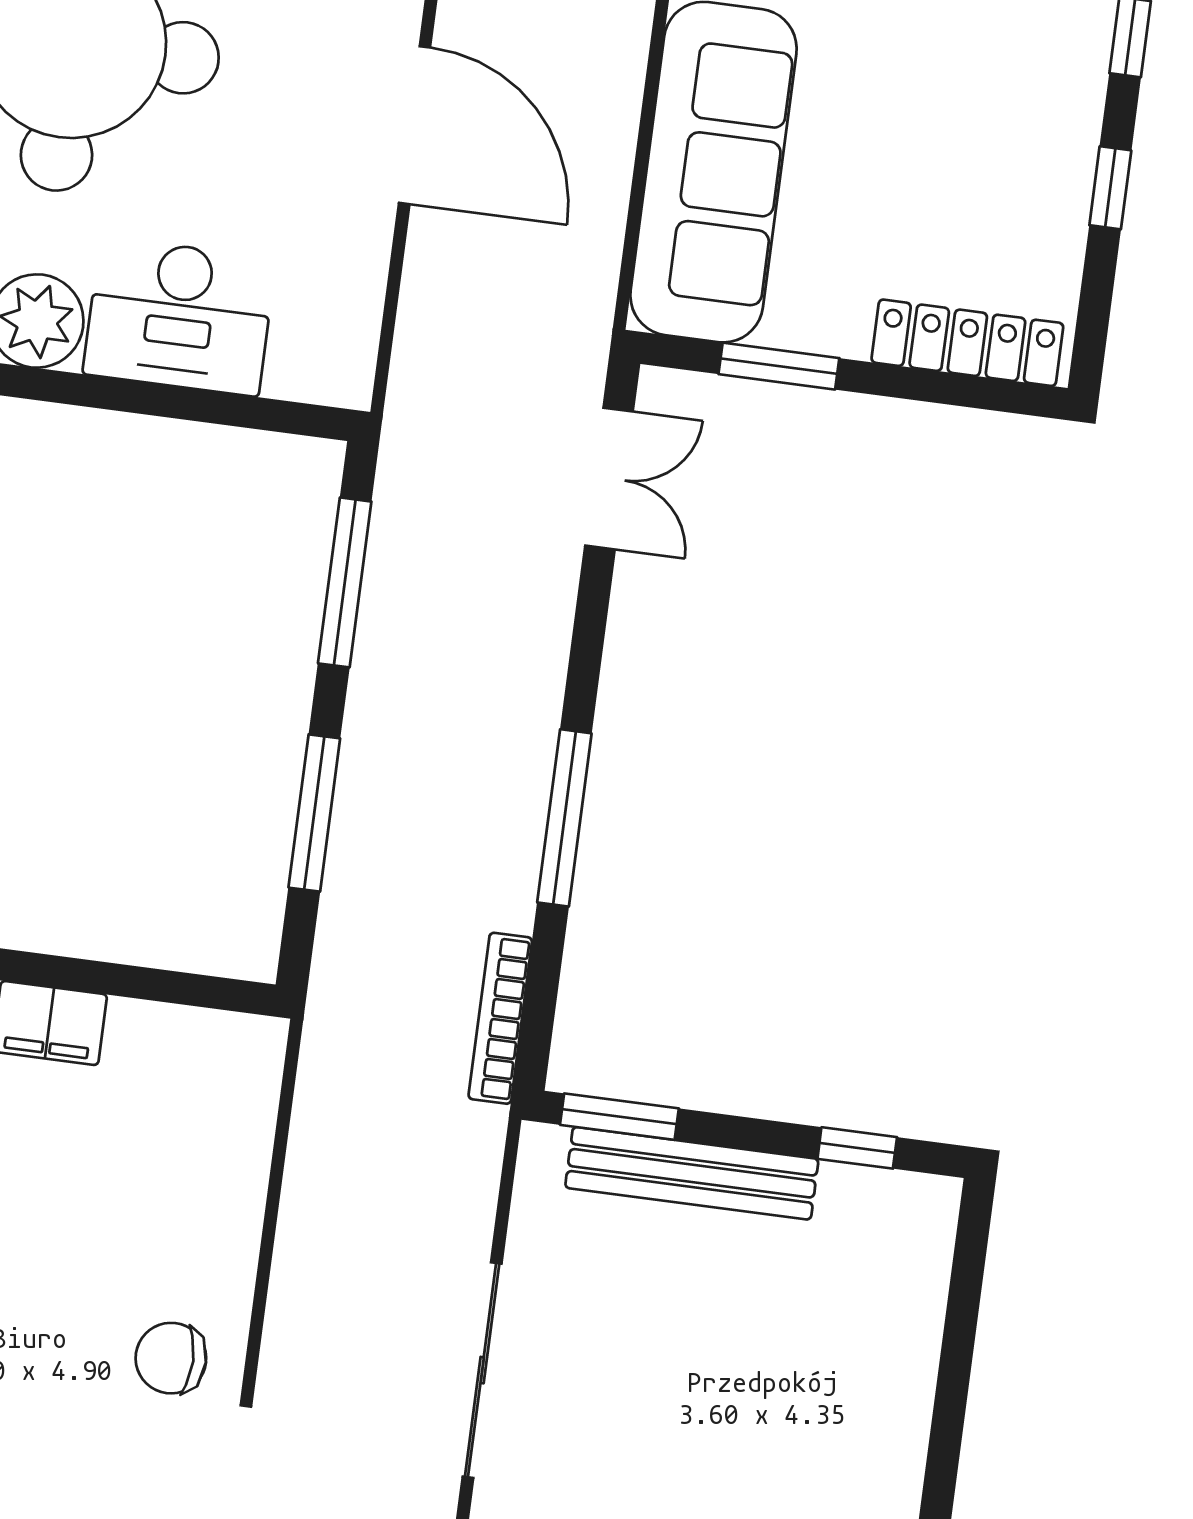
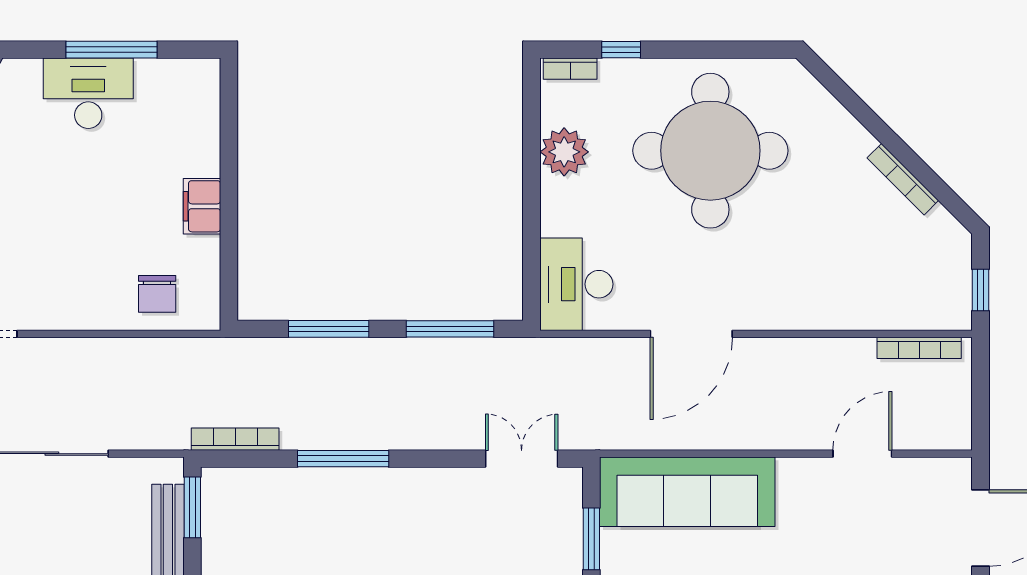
desk: (179, 316) -> (576, 284), moved
double door: (609, 479) -> (522, 459), swing flipped
chair: (171, 1358) -> (157, 294), moved, turned 180

